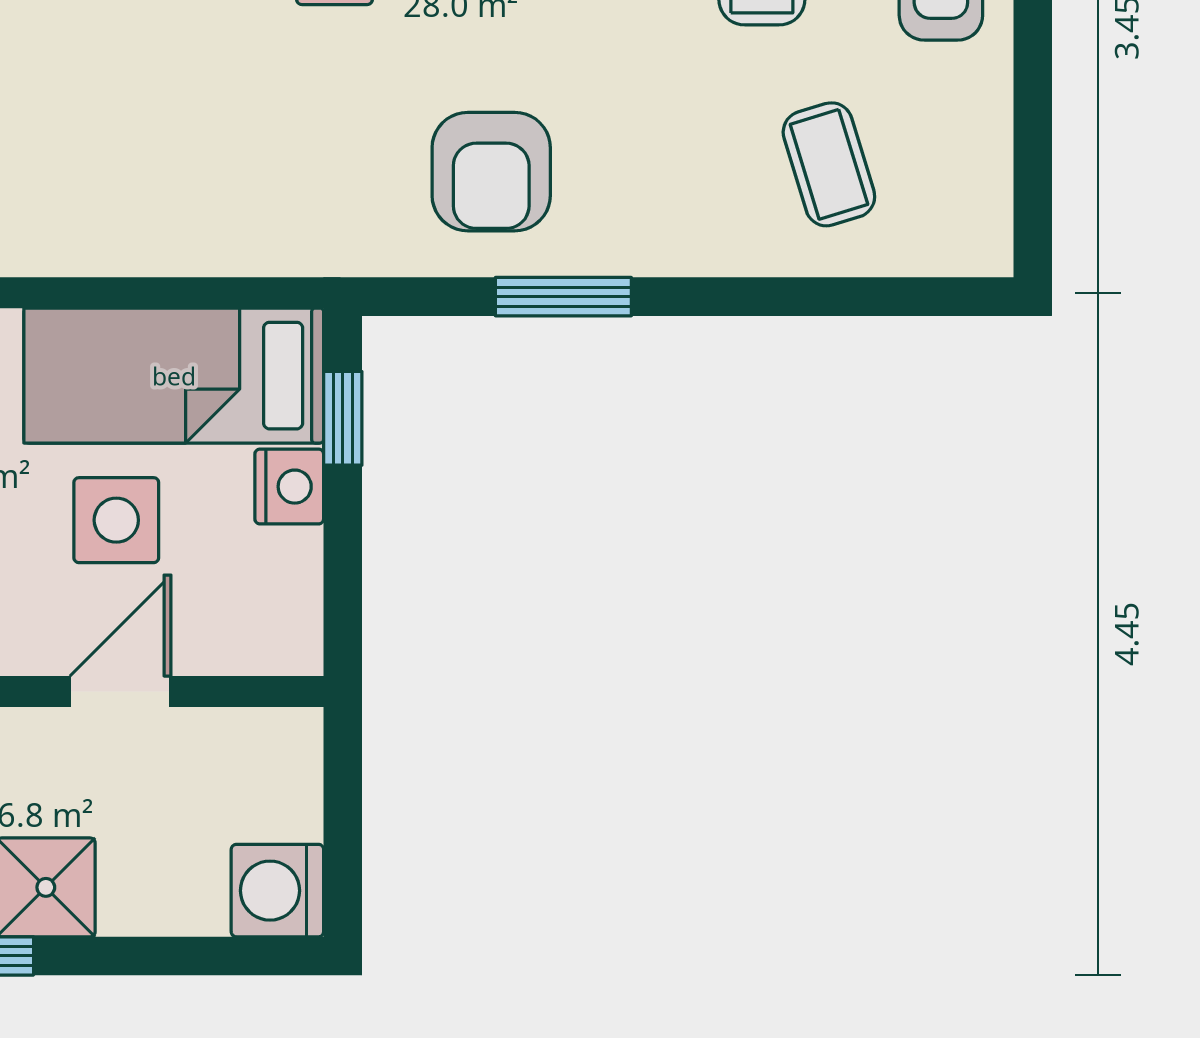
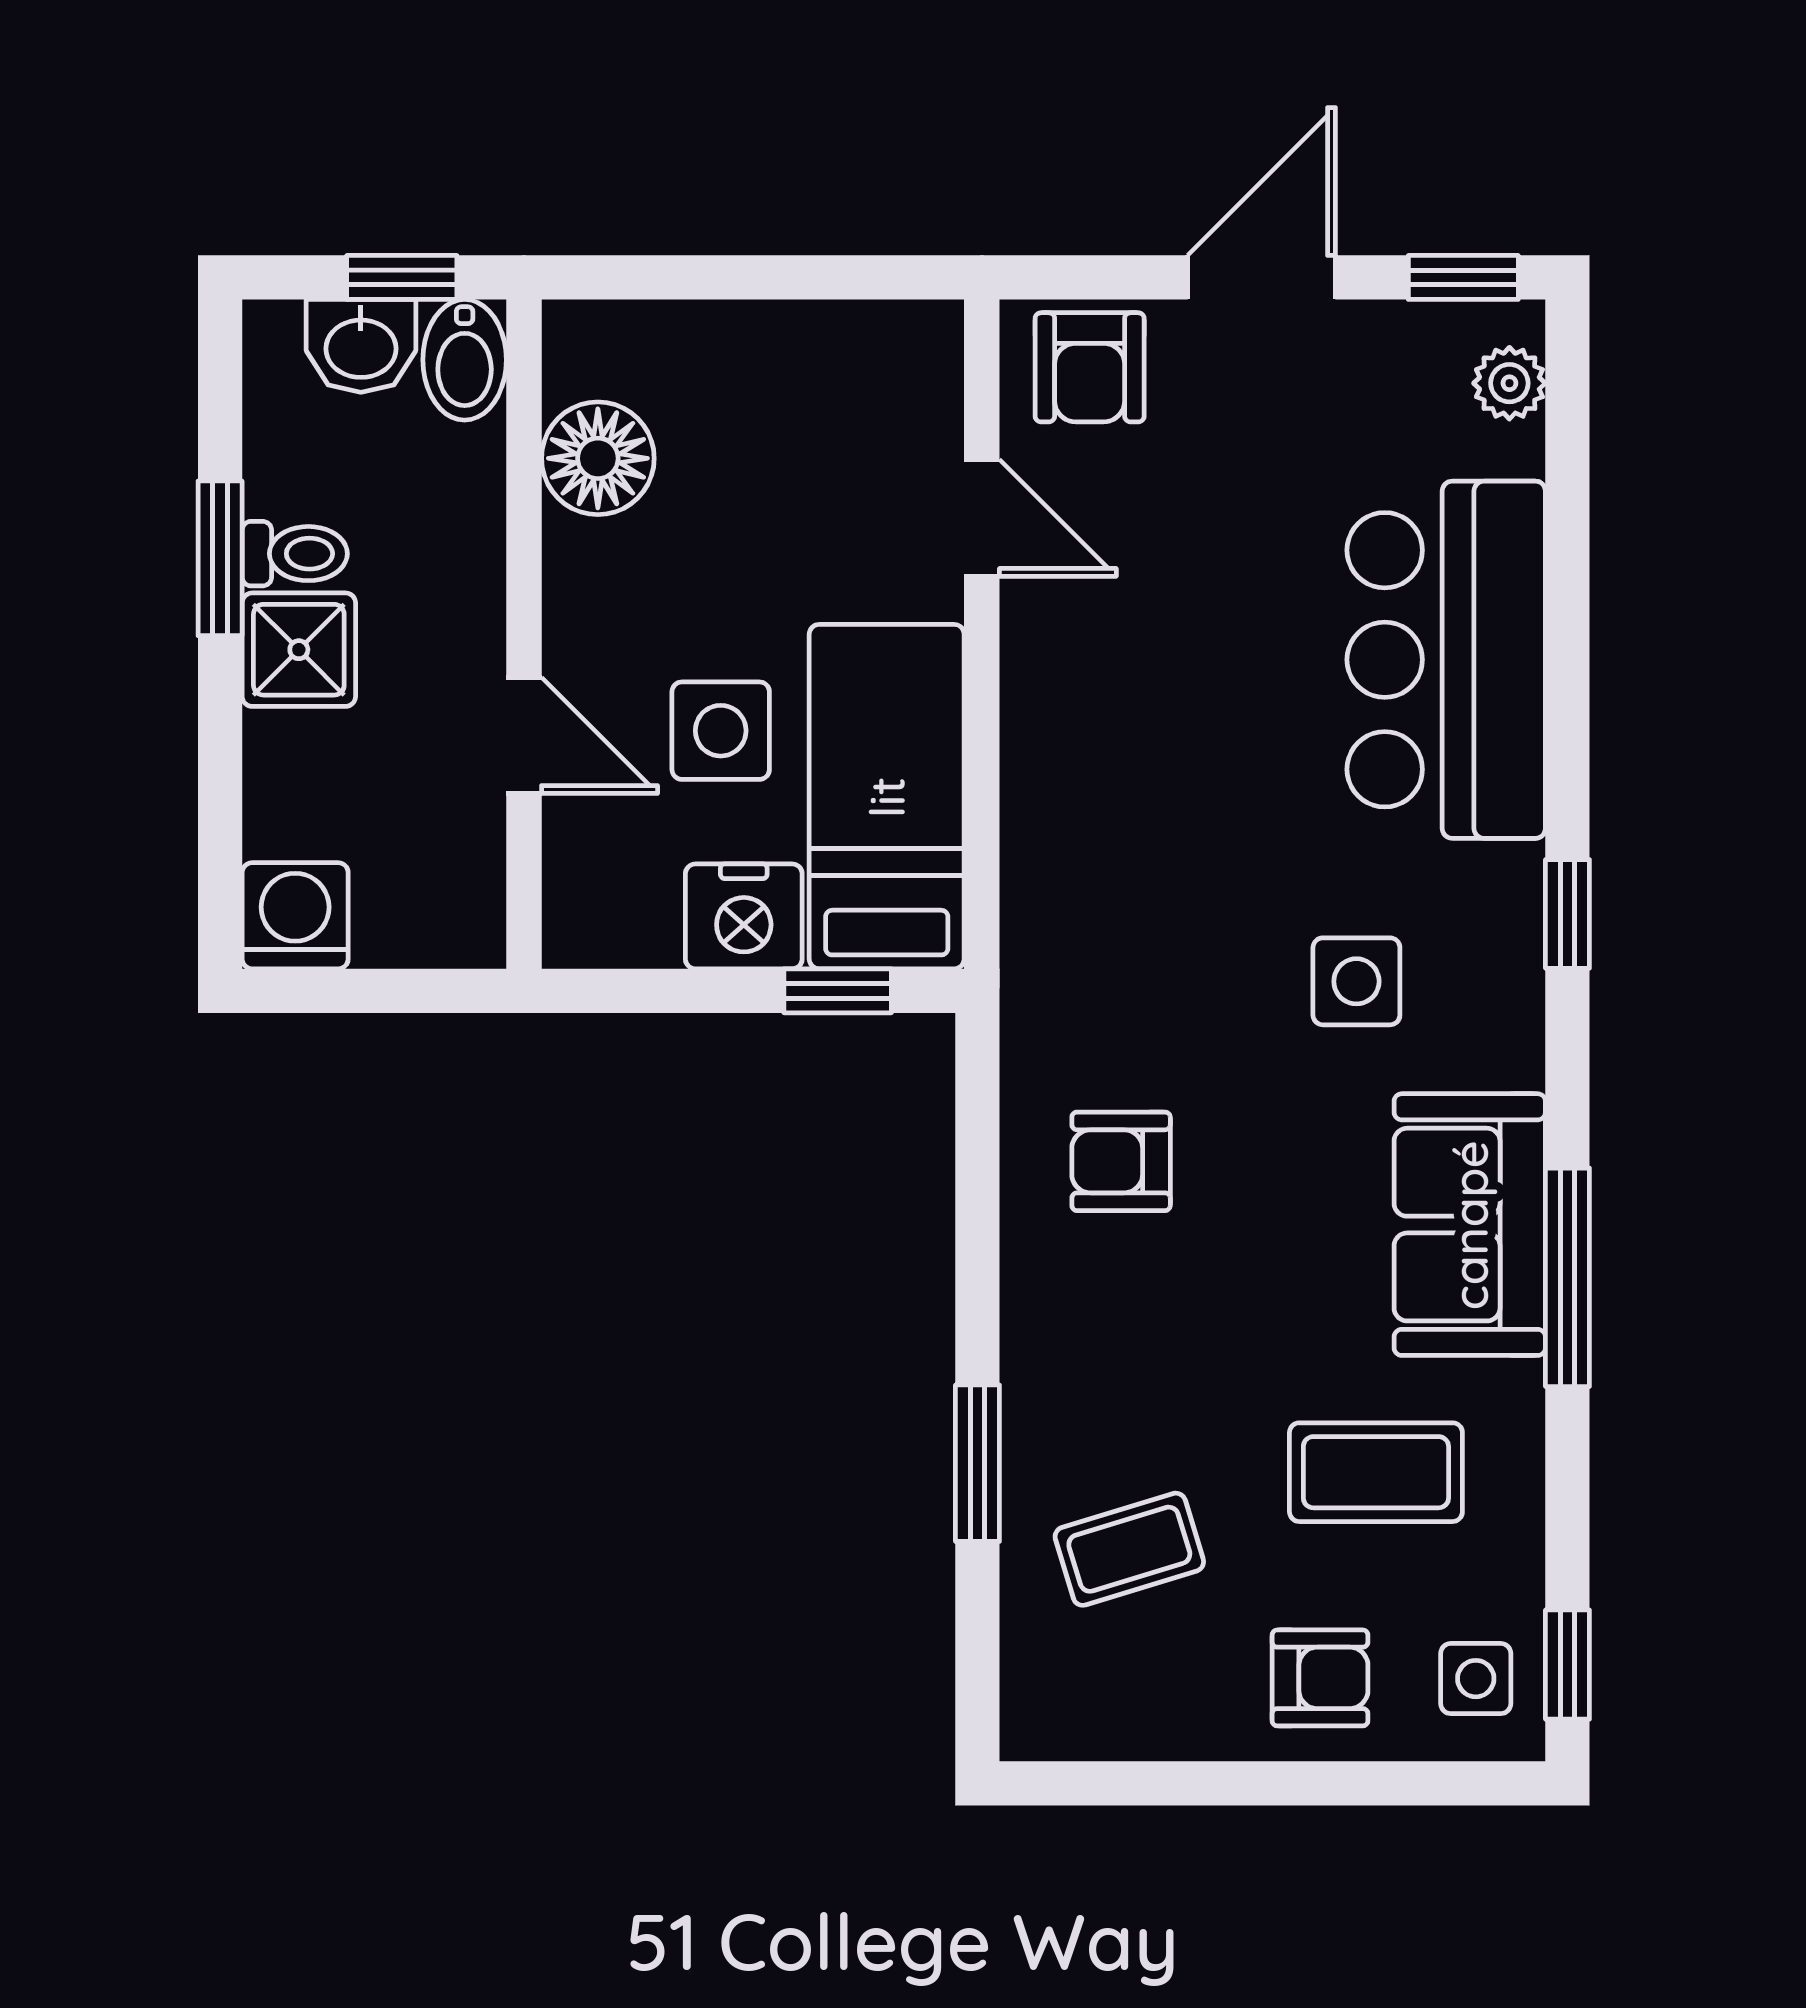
armchair: (491, 172) -> (1121, 1161), width x0.72, depth x0.72
window: (563, 297) -> (977, 1463), moved
nightstand: (289, 487) -> (744, 916), width x1.36, depth x1.33

